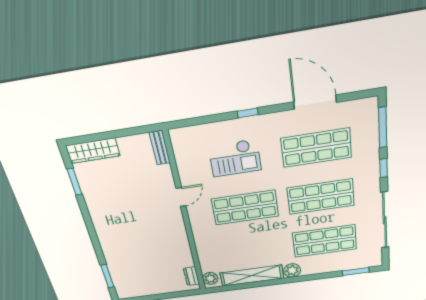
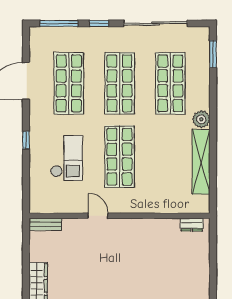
plant: (210, 278) -> (198, 206), removed

